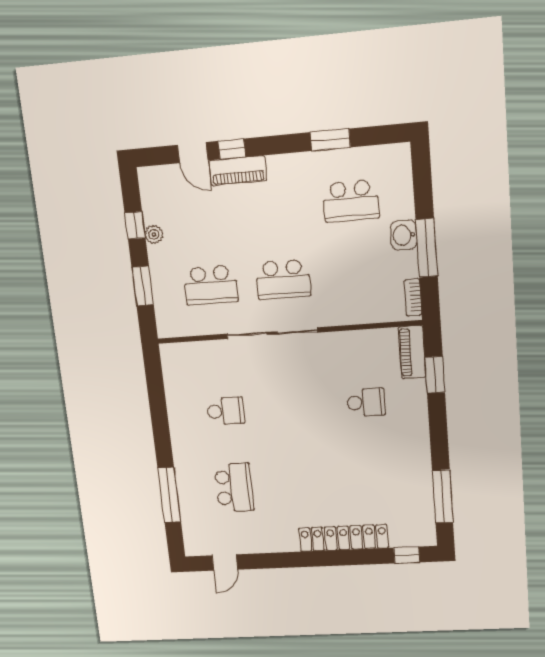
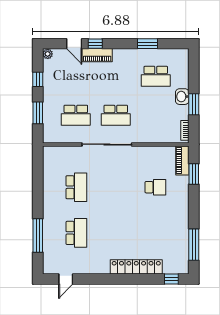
plant: (154, 234) -> (48, 54), moved
window: (427, 248) -> (194, 104), width x0.69
school desk: (226, 411) -> (76, 187), width x1.85

